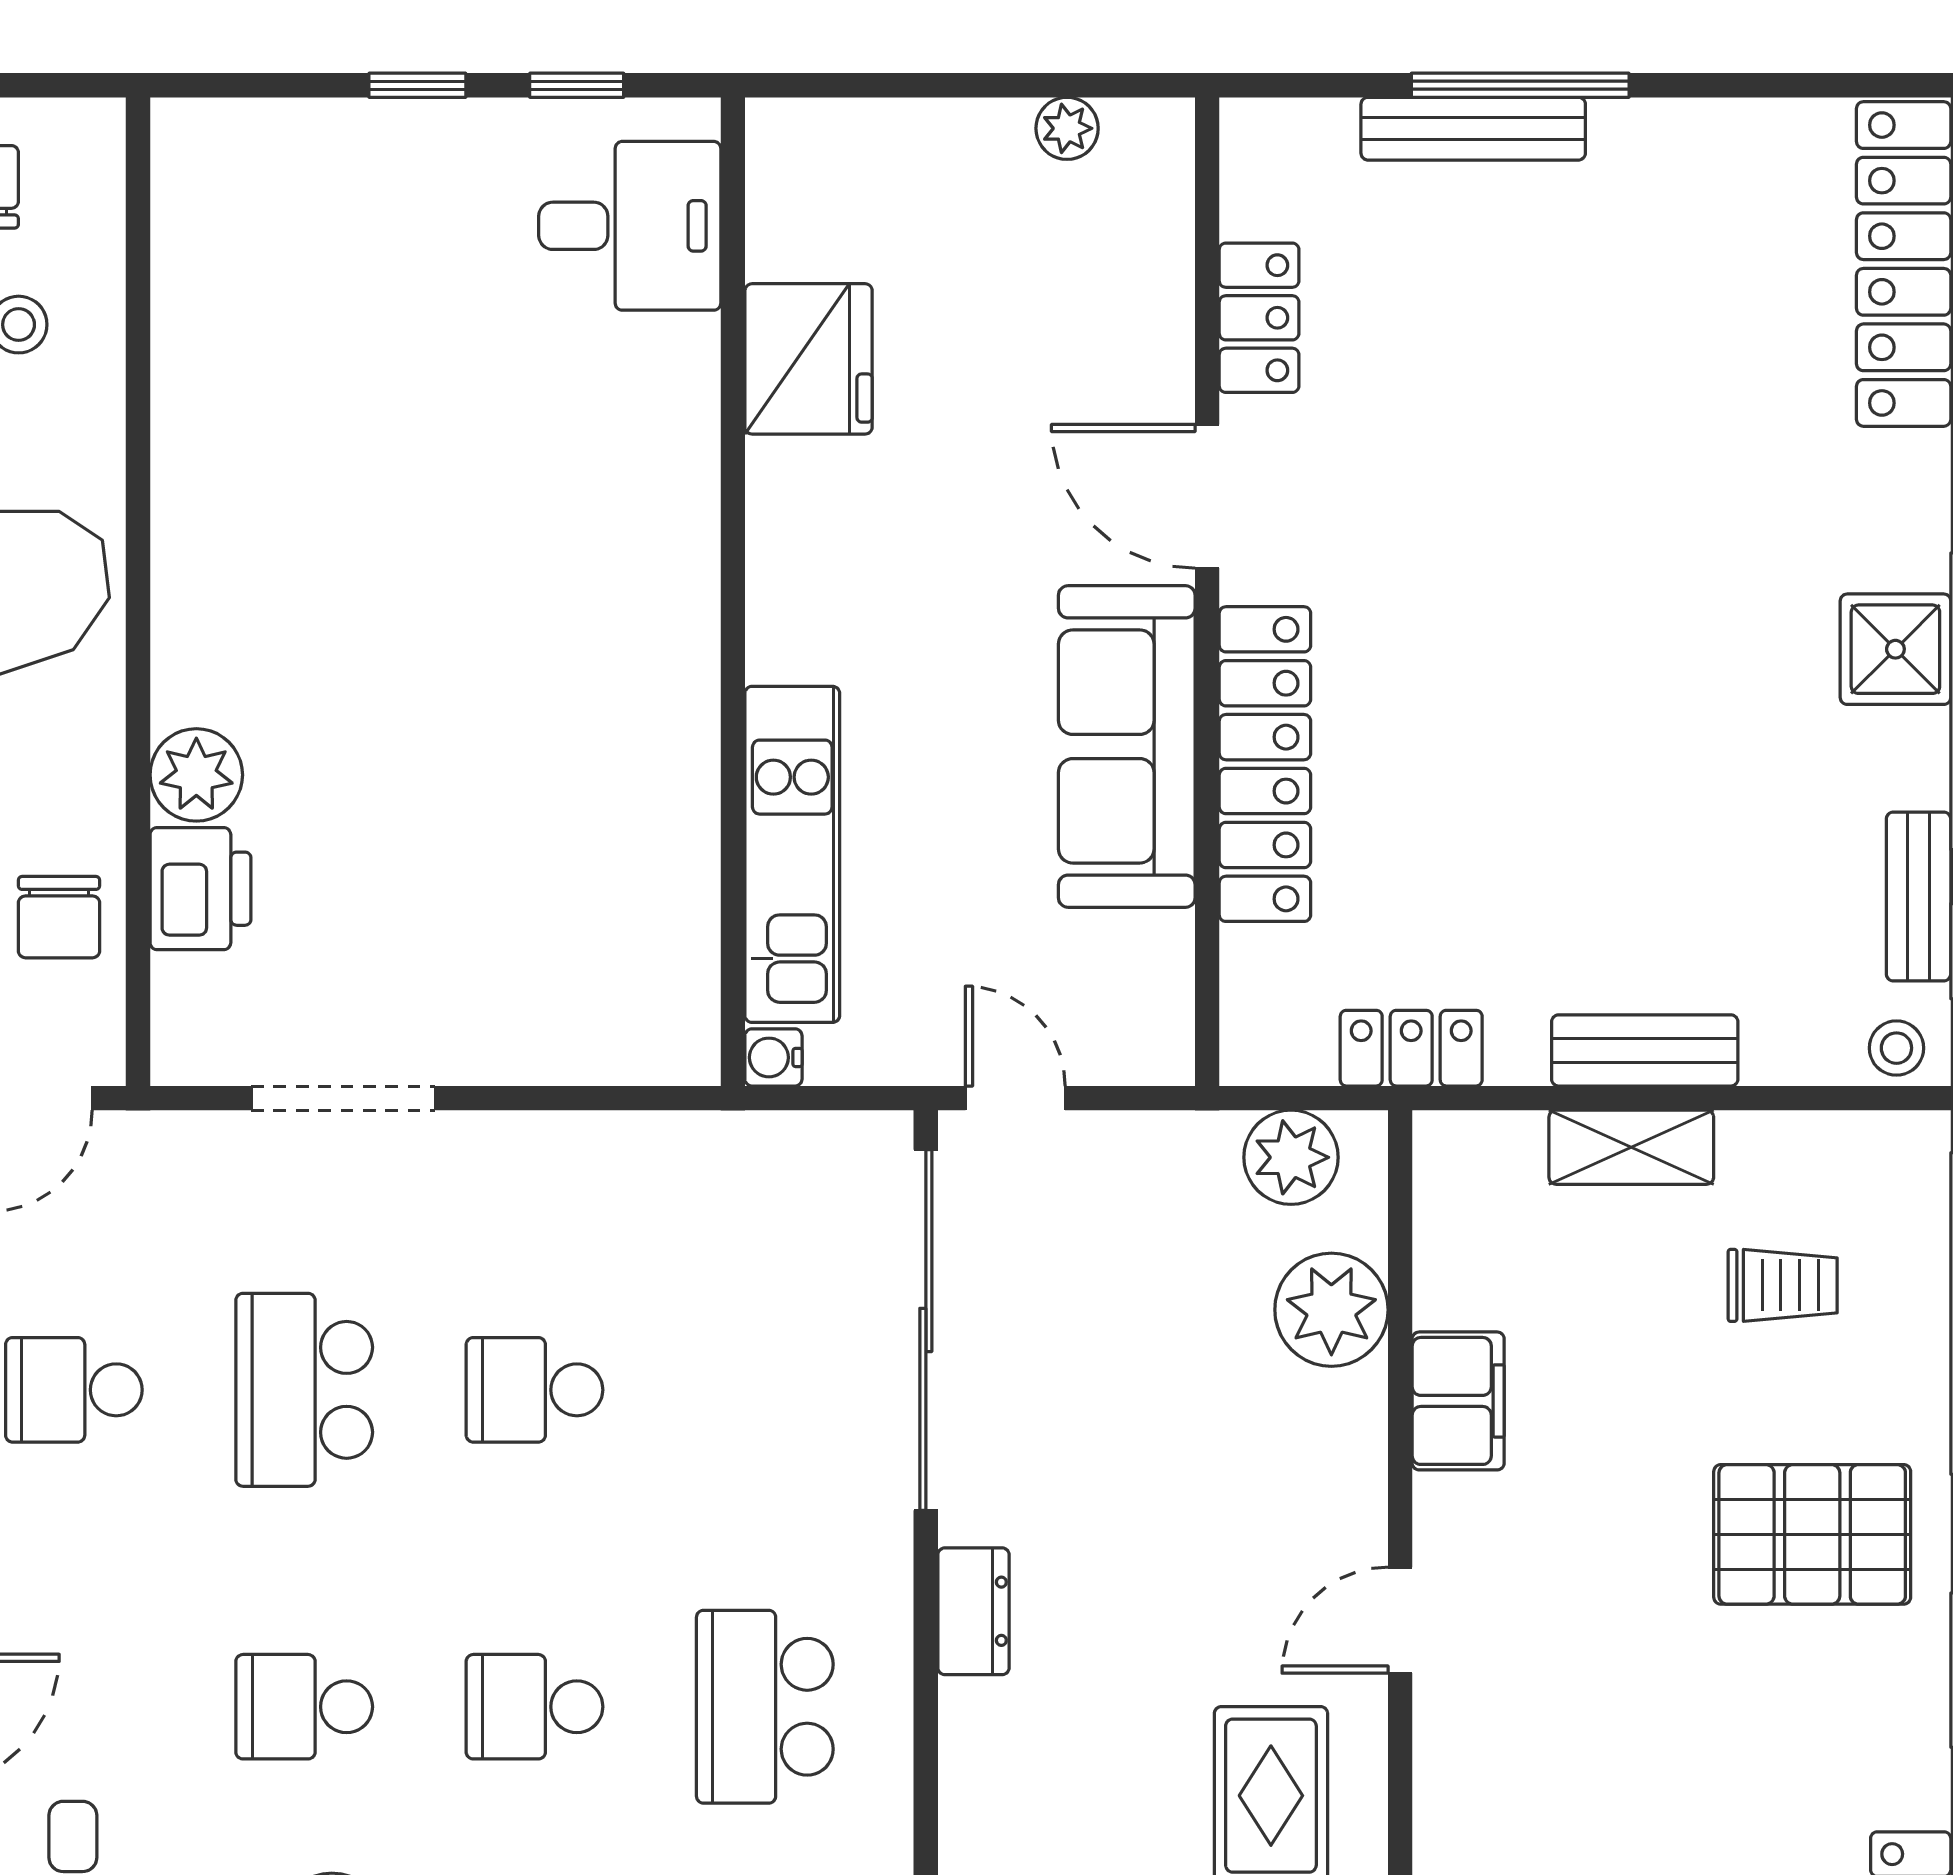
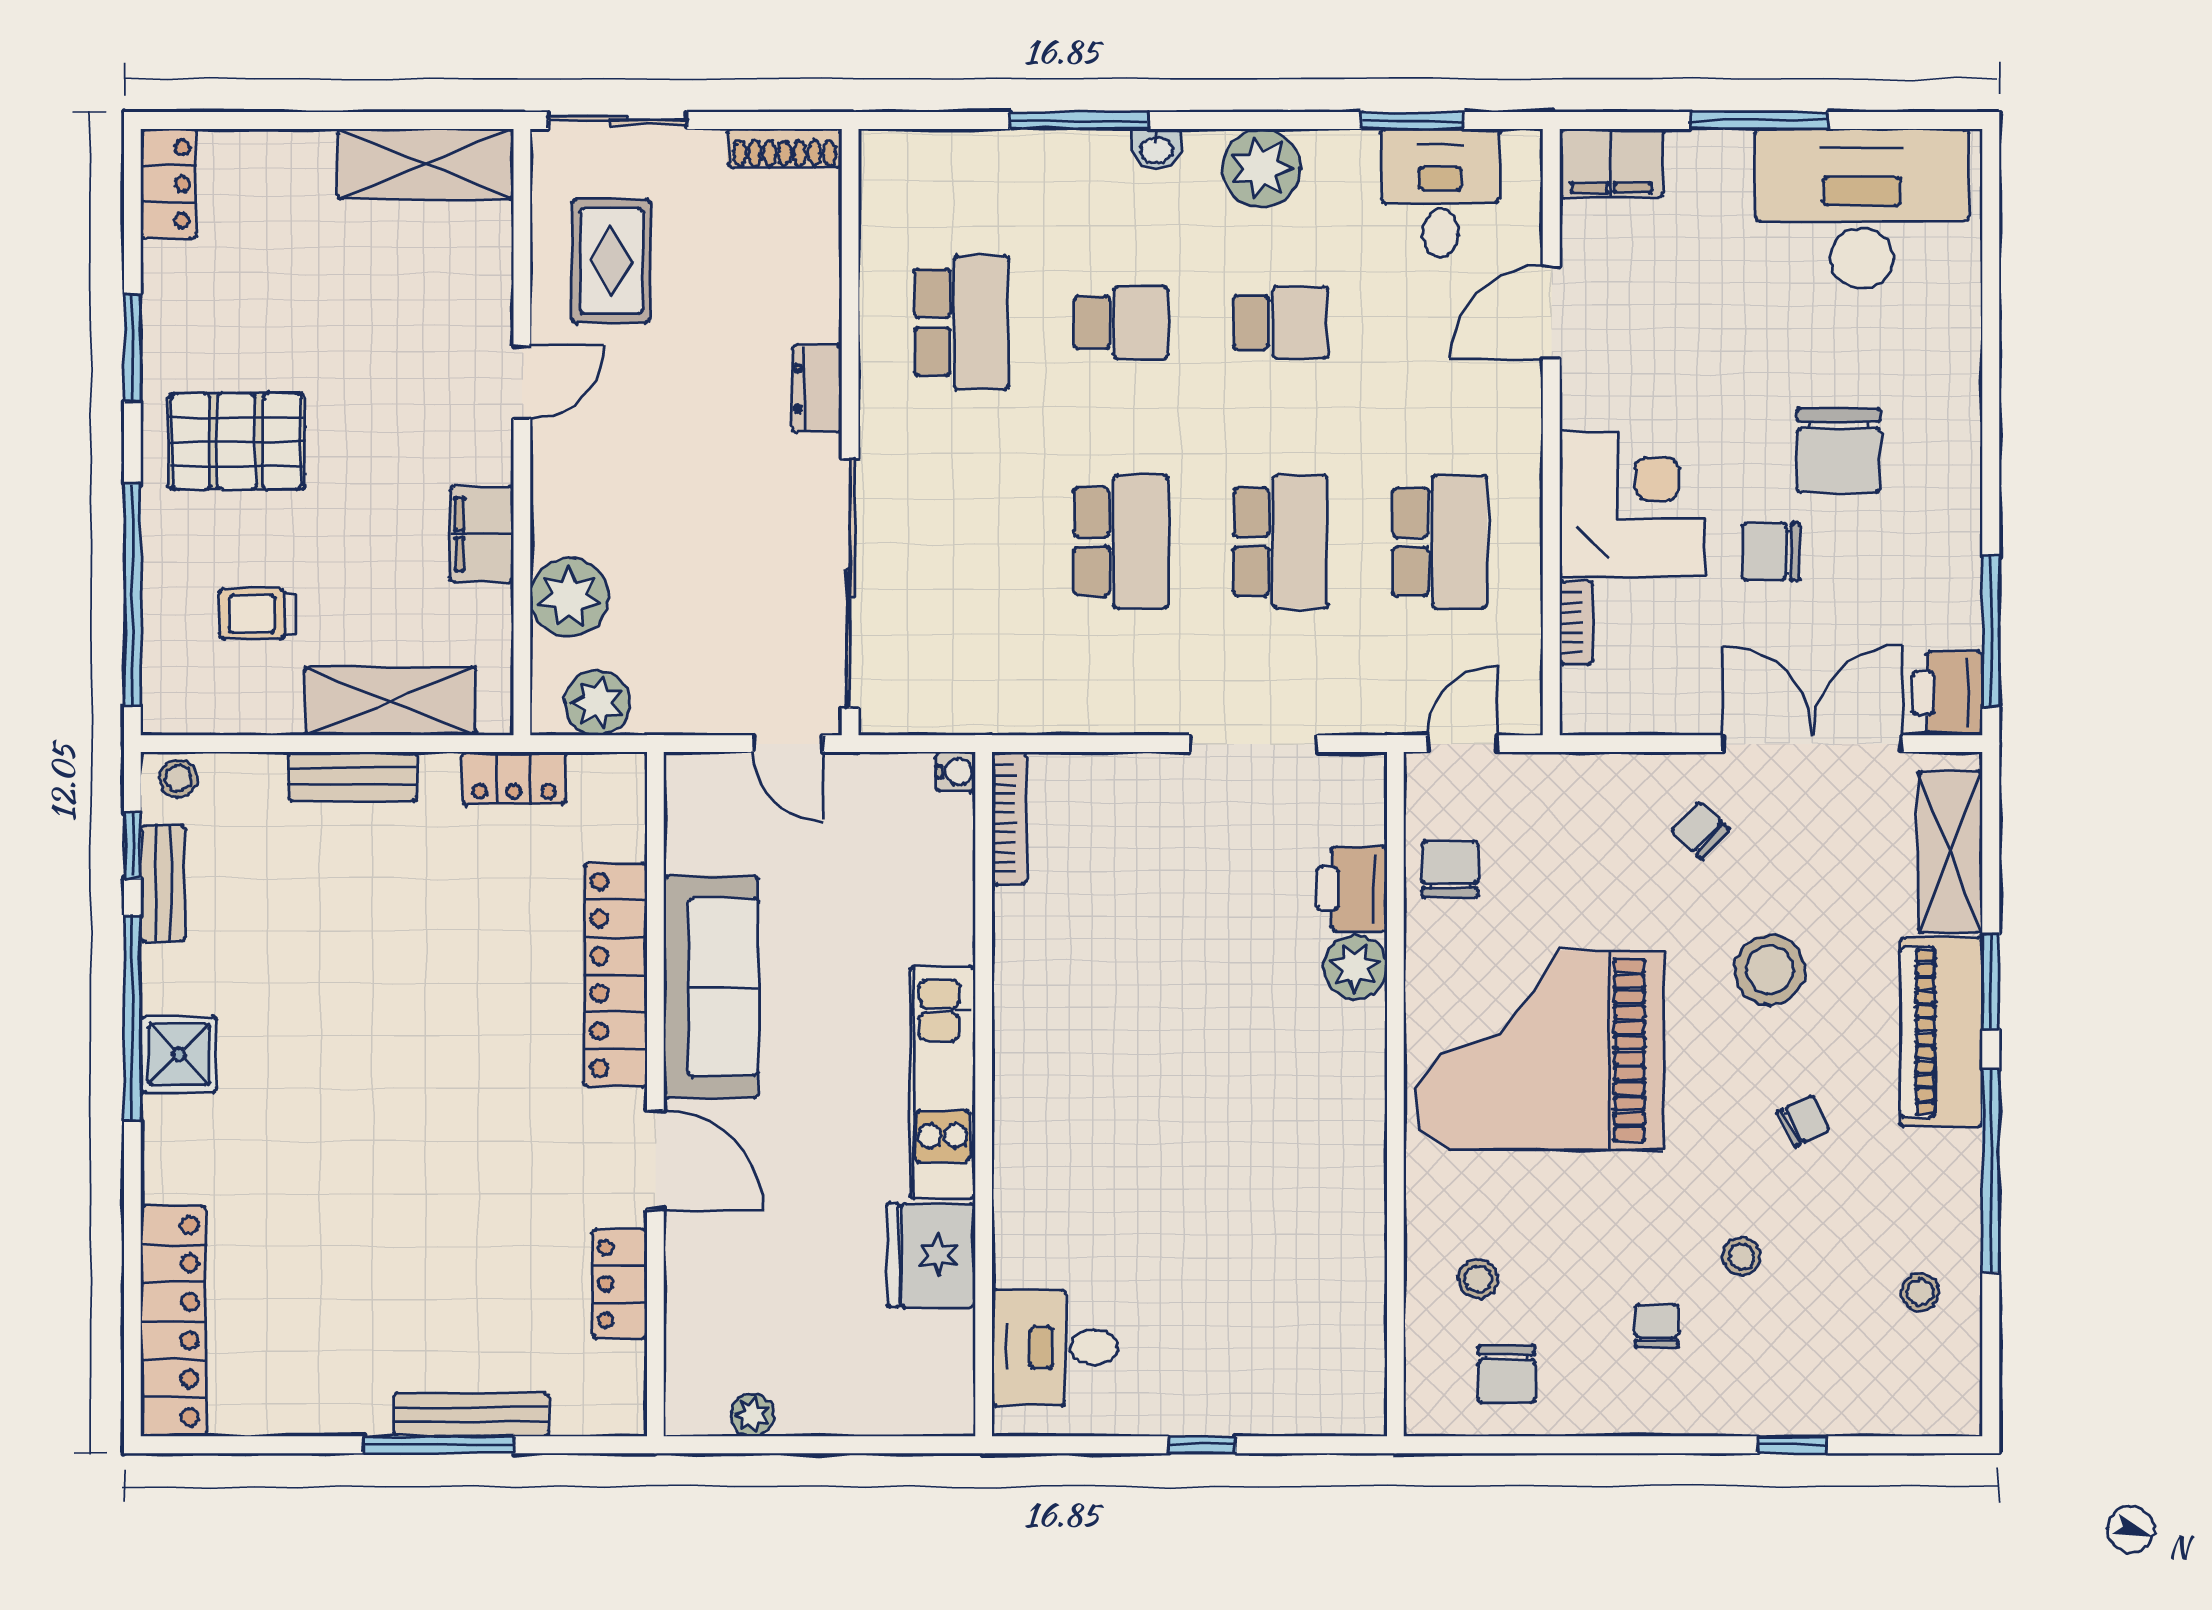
window: (577, 85) -> (1092, 1445), removed
kitchen unit: (792, 854) -> (943, 1082), moved
bookcase: (696, 991) -> (1009, 818), added
shelving: (1631, 1147) -> (390, 701), width x1.50, depth x1.33
school desk: (74, 1390) -> (1440, 542), width x1.85
school desk: (534, 1390) -> (1121, 542), width x1.85

